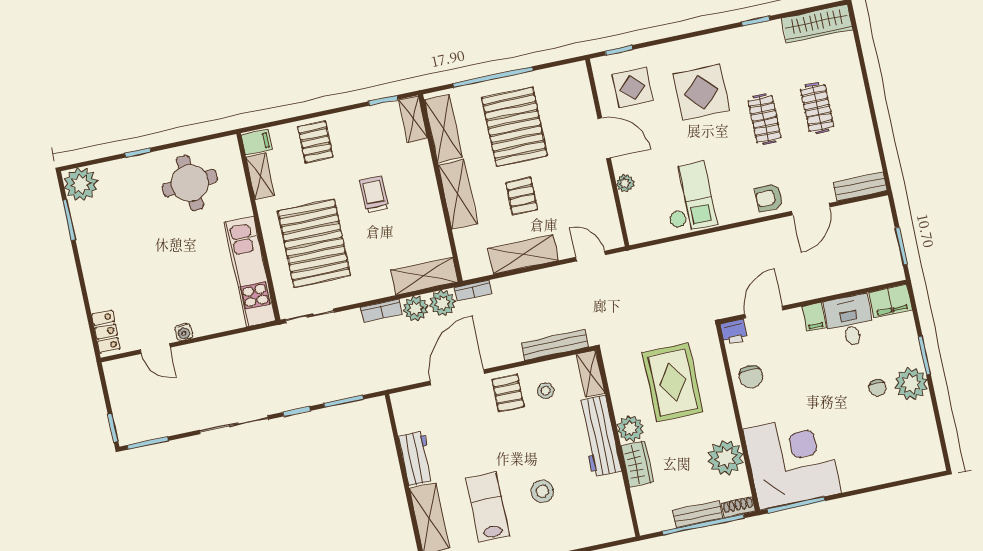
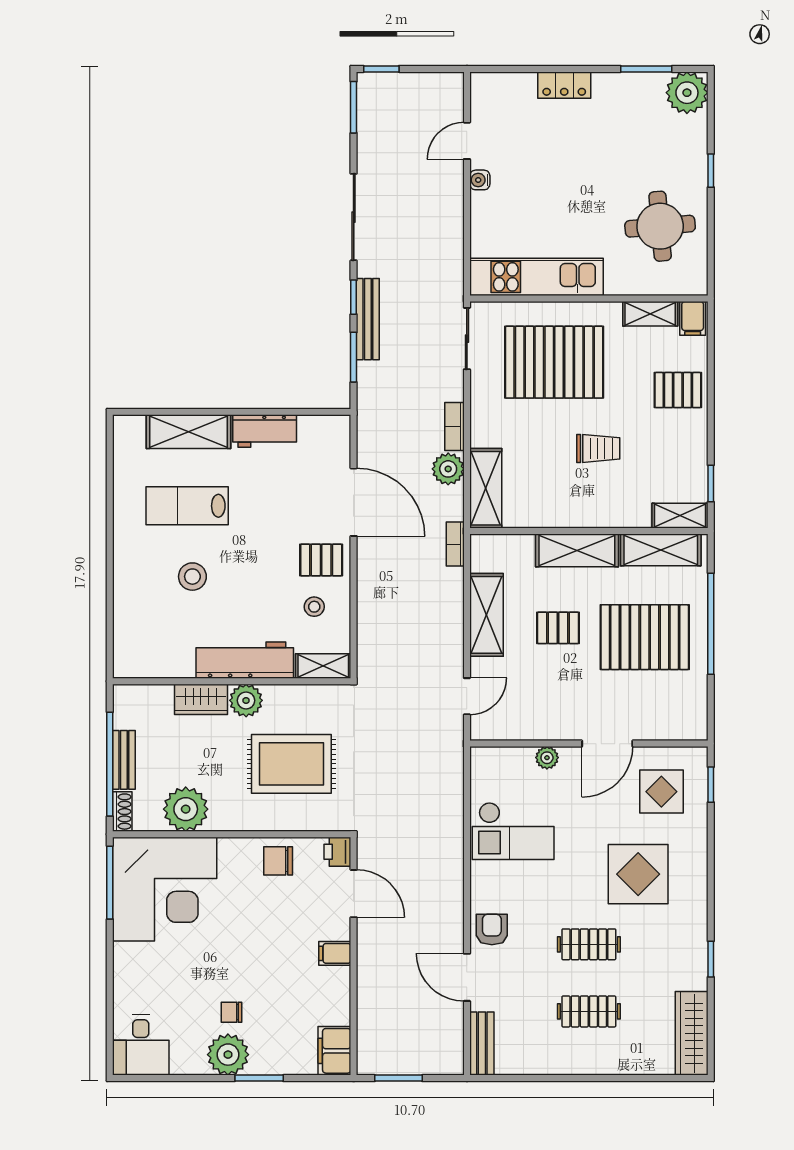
plant: (443, 303) -> (448, 503), removed
desk: (849, 321) -> (141, 1045), moved, turned 90
locker: (106, 331) -> (564, 85), moved
bench: (555, 345) -> (368, 319), moved
lab bench: (488, 507) -> (187, 506), turned 180

